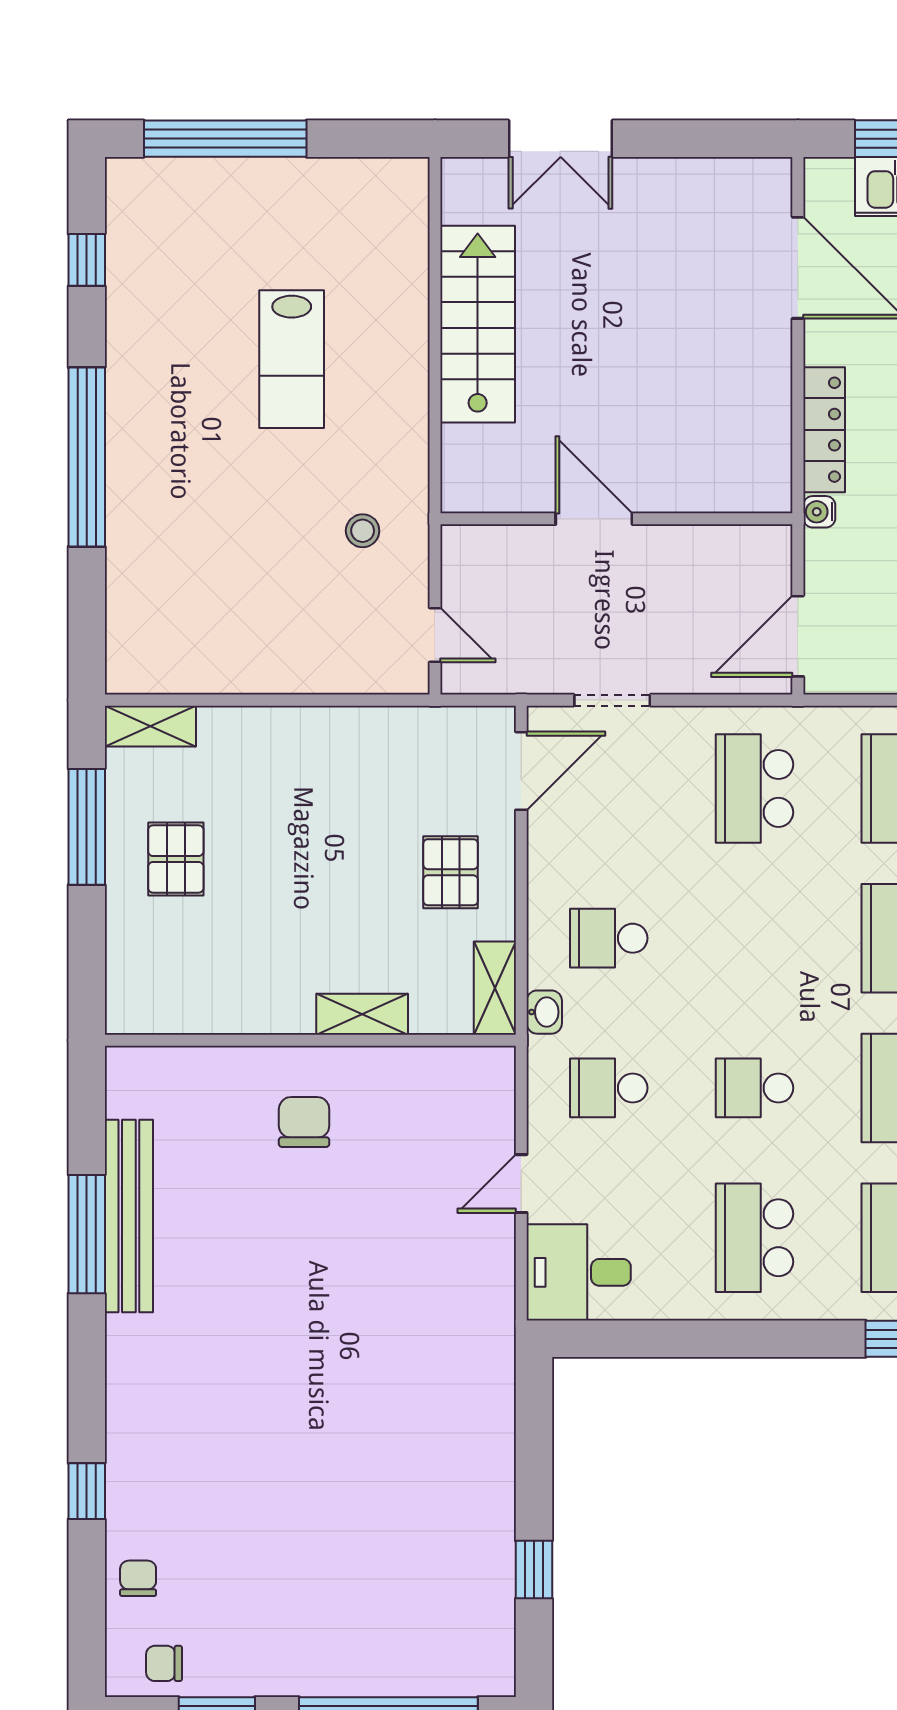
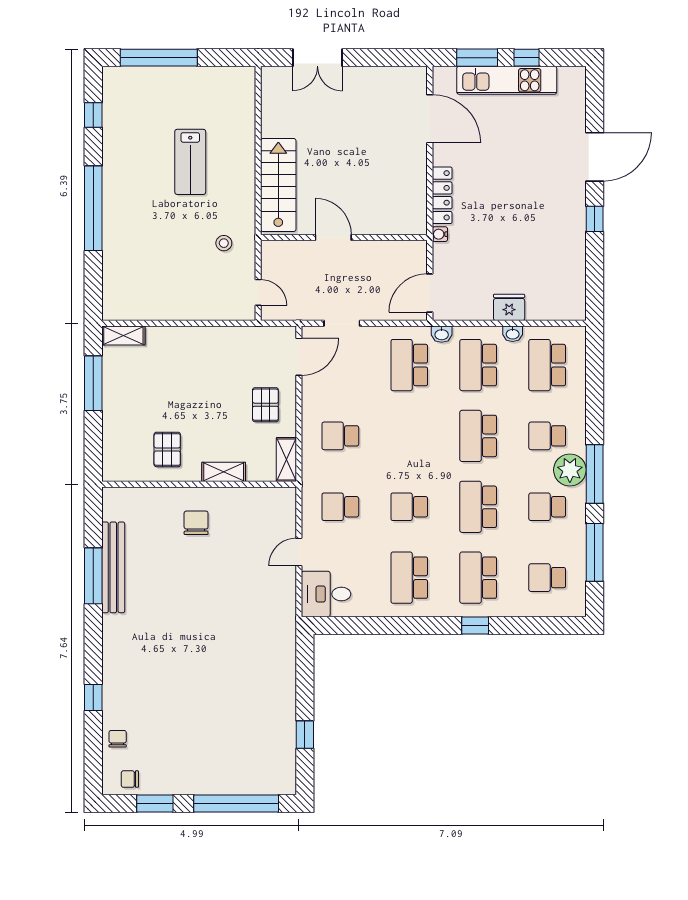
stairs: (478, 324) -> (278, 185), moved
pallet: (176, 859) -> (167, 449), moved
washbasin: (544, 1012) -> (442, 334), moved, turned 90

